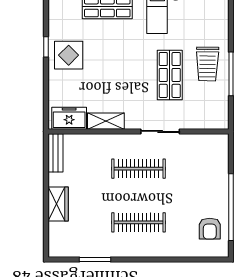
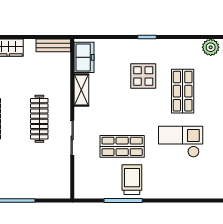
display table: (69, 55) -> (143, 76), moved
trolley: (207, 64) -> (132, 180), turned 89

